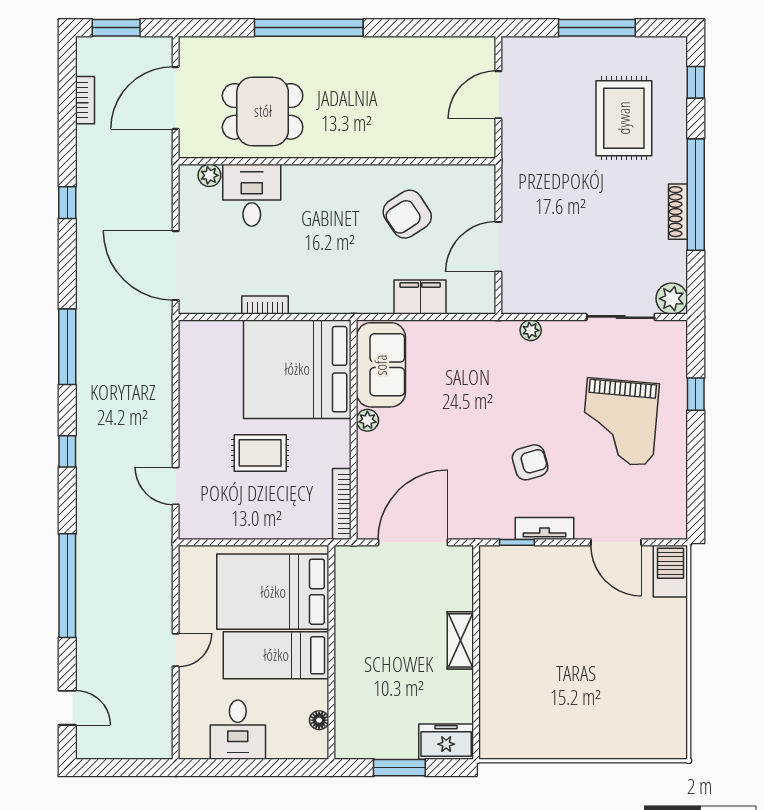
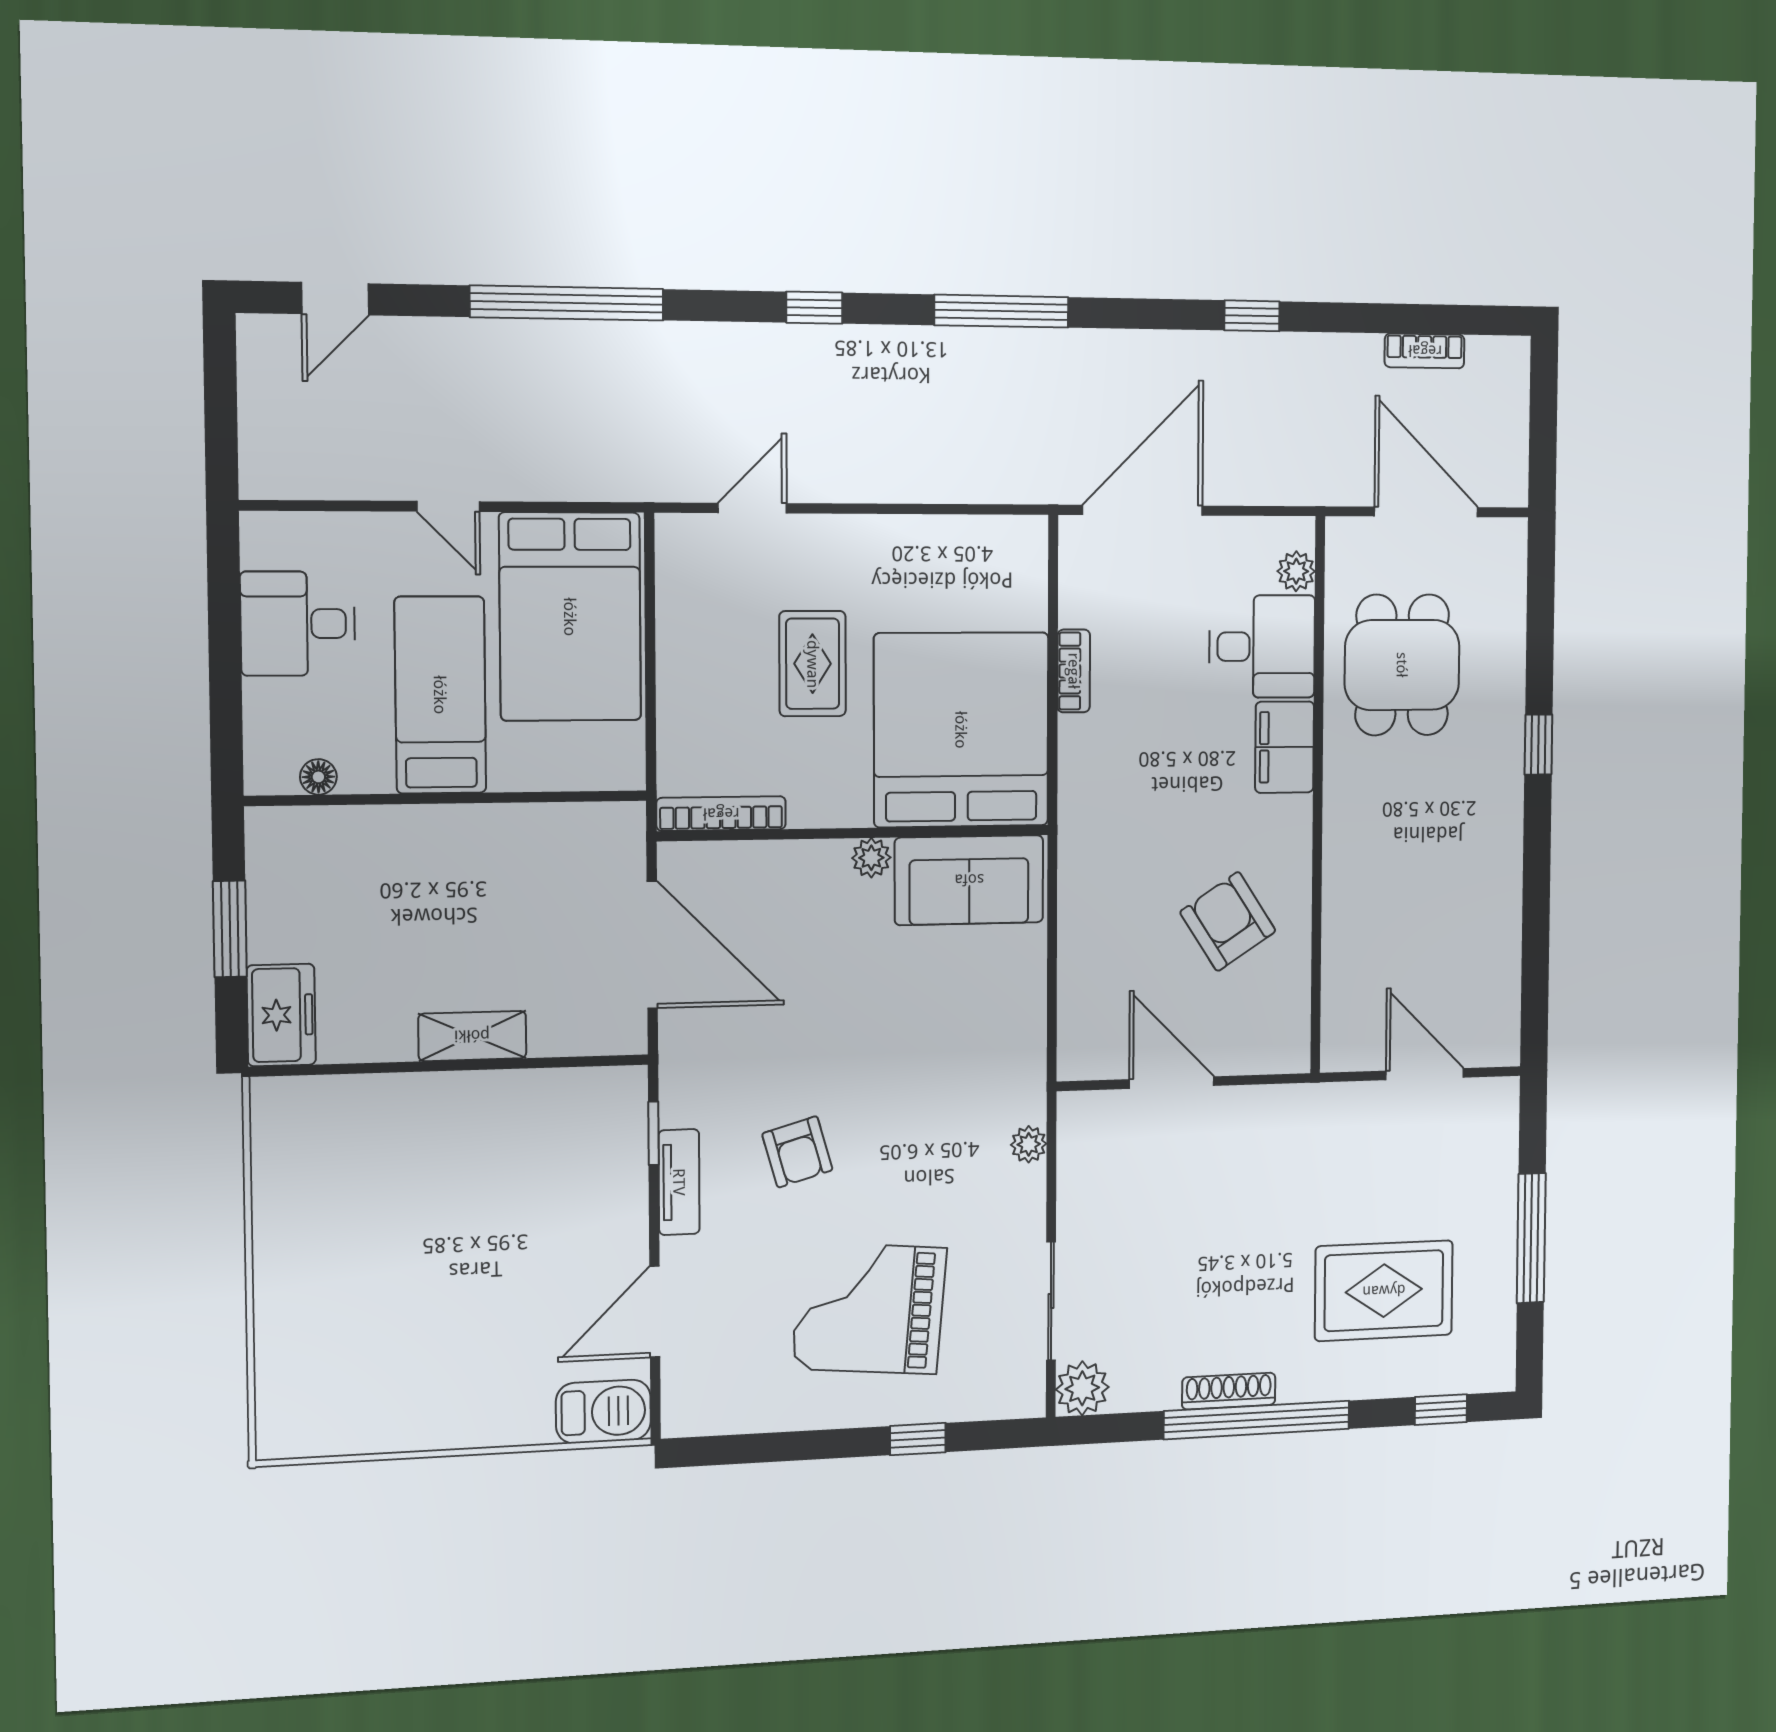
window: (116, 28) -> (1543, 408), removed
window: (309, 28) -> (1538, 745), width x0.32
filing cabinet: (420, 297) -> (1285, 747), moved, turned 180
bed: (273, 592) -> (570, 617), moved, turned 180

